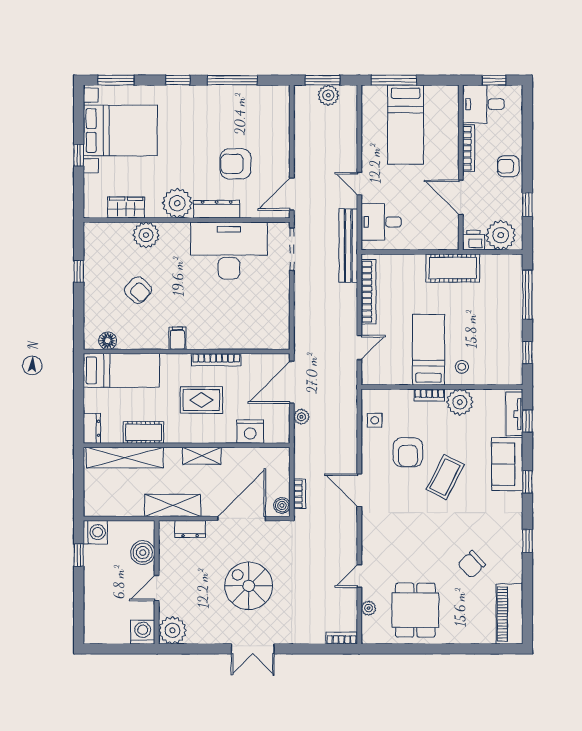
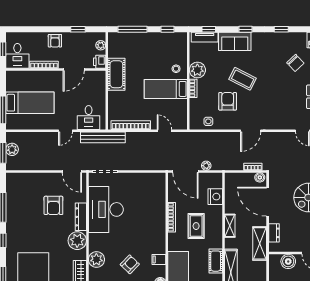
plant: (501, 235) -> (101, 45), width x0.53, depth x0.53
filing cabinet: (177, 338) -> (159, 259), moved
armchair: (408, 452) -> (228, 101), turned -90

